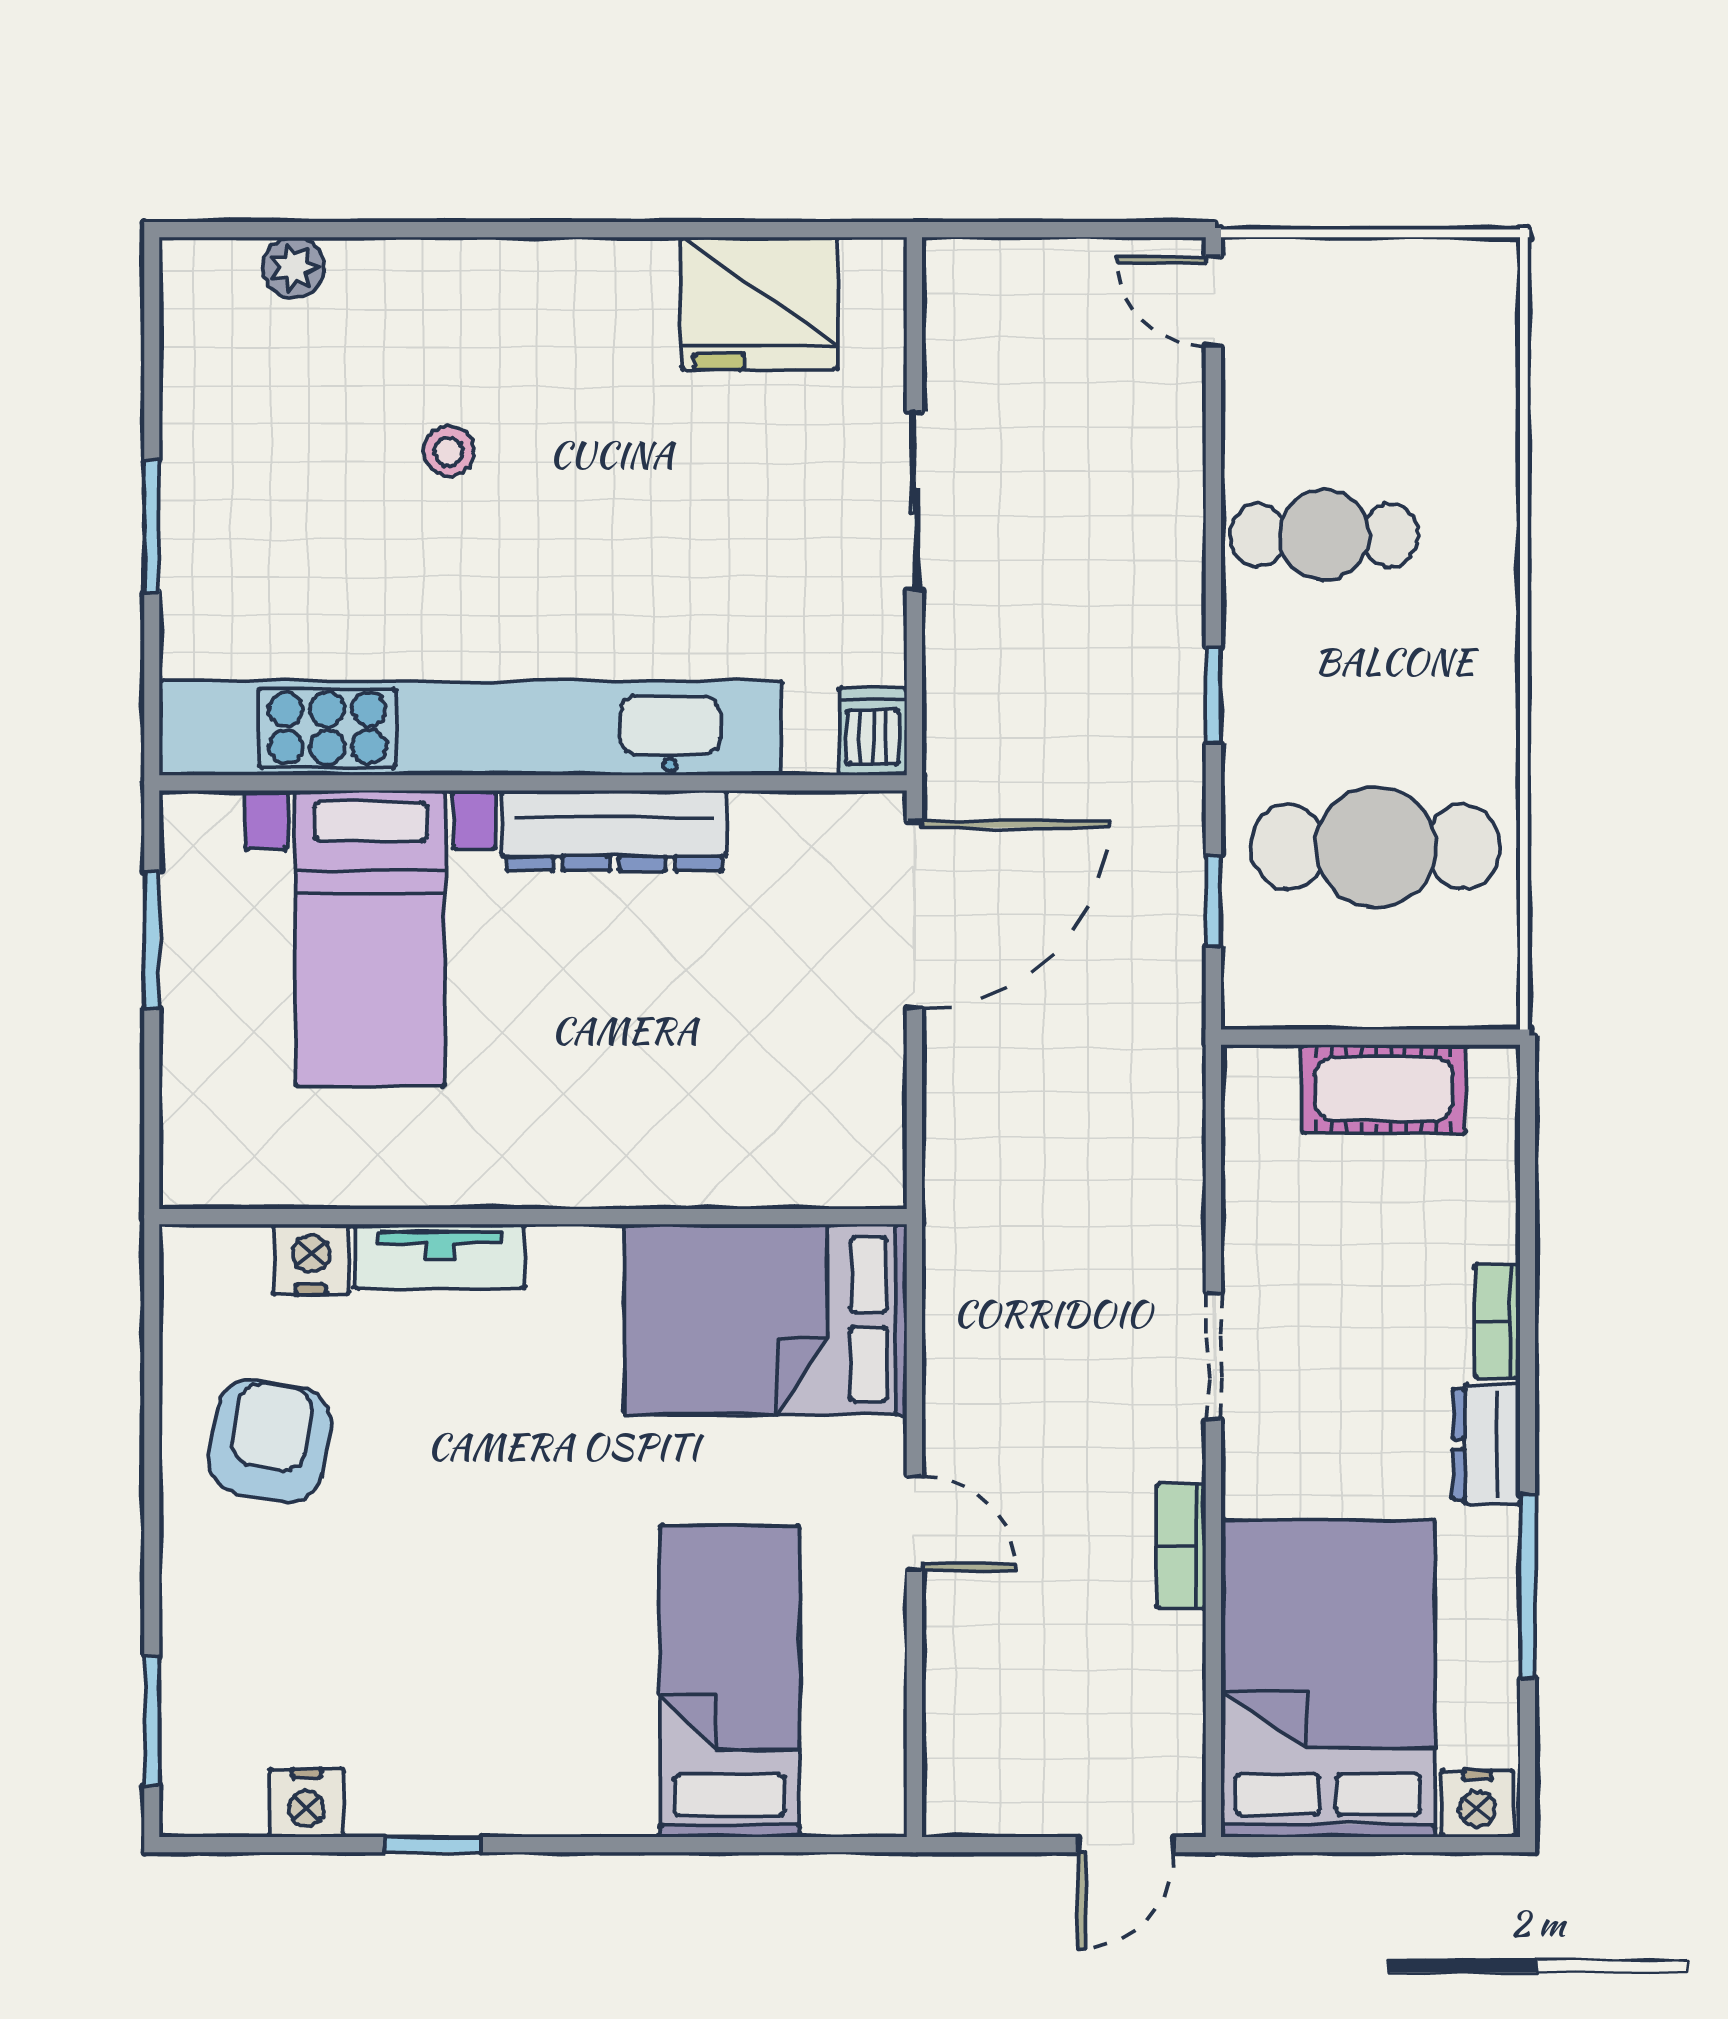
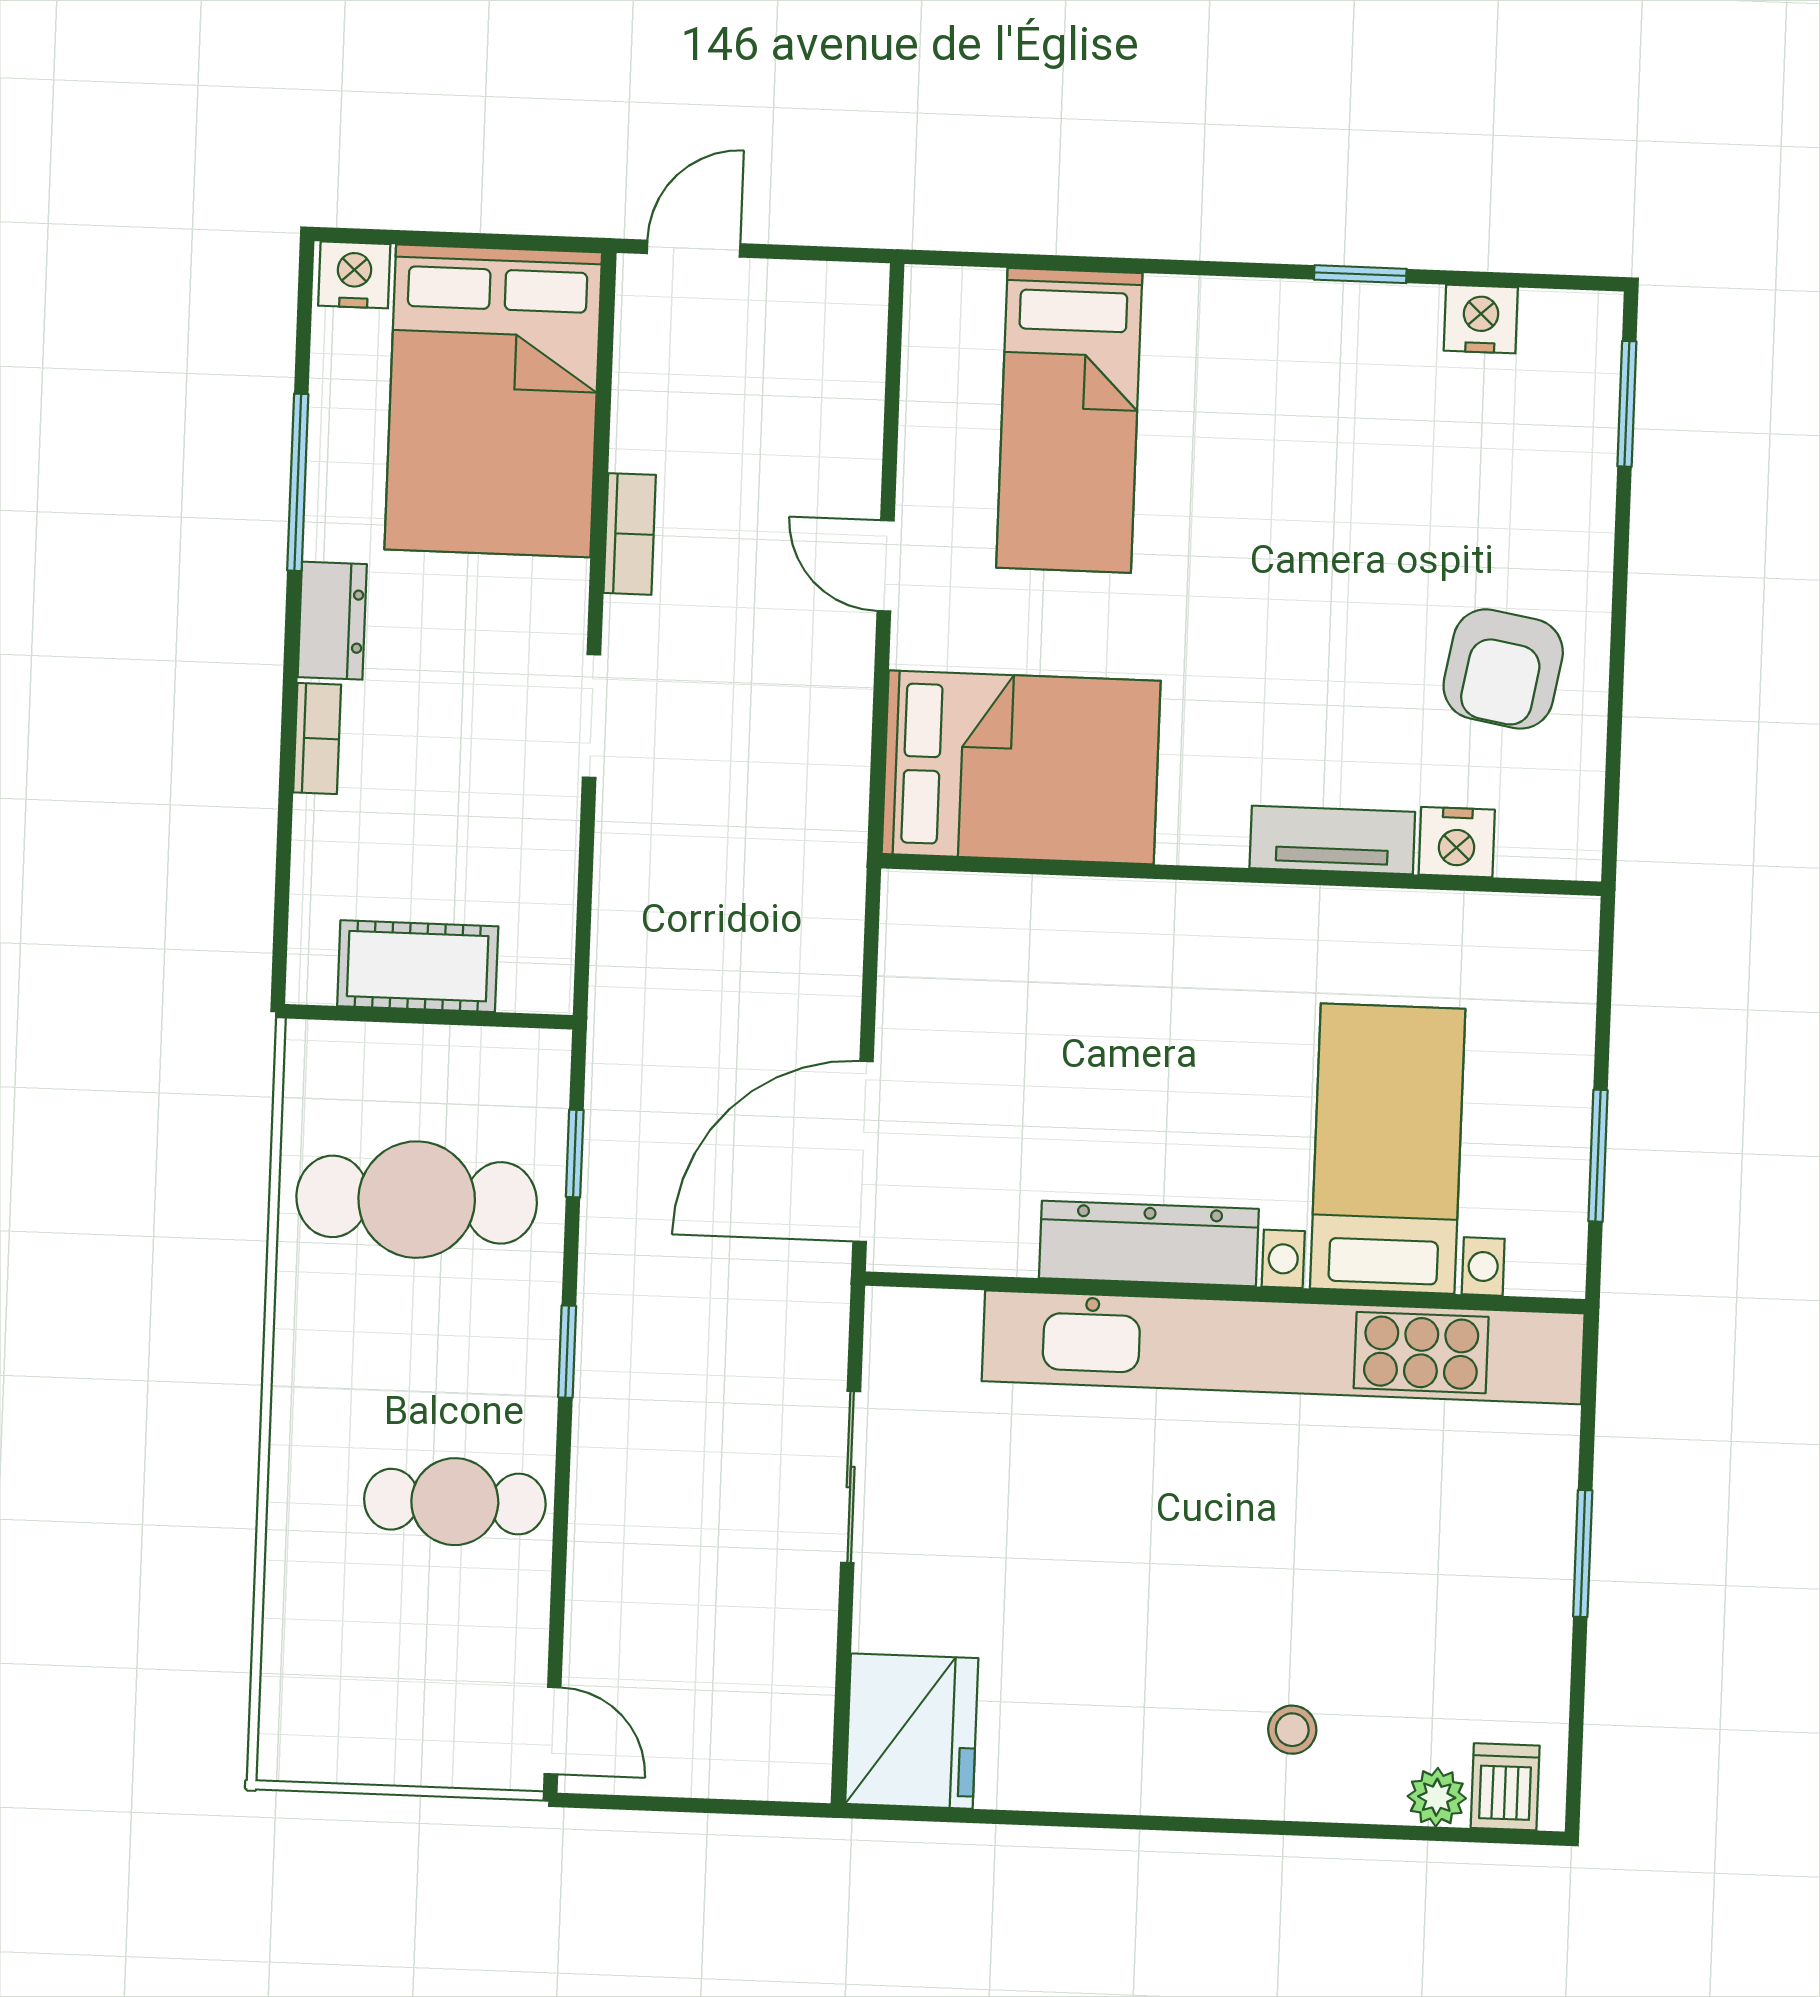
fridge: (760, 303) -> (912, 1731), moved, turned 90
stool: (448, 451) -> (1292, 1730), moved
sliding door: (914, 501) -> (851, 1477), moved
dishwasher: (873, 731) -> (1505, 1787), moved, turned 180

